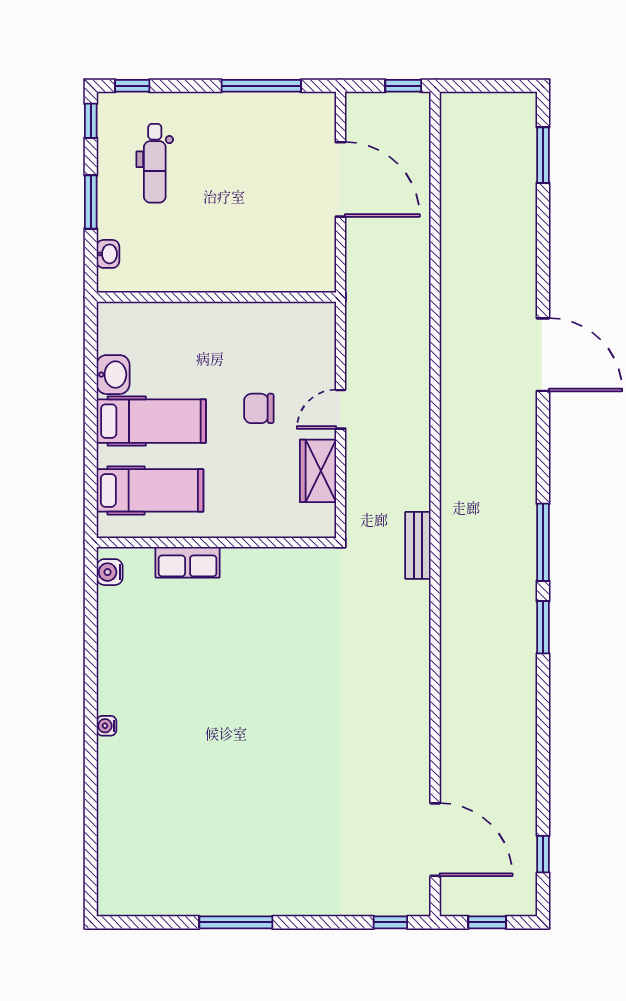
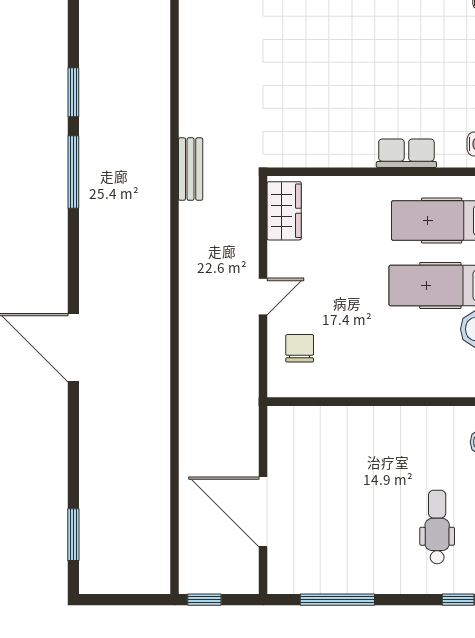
chair: (259, 408) -> (300, 348), moved, turned -90
wardrobe: (318, 471) -> (284, 211), moved

